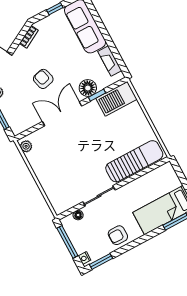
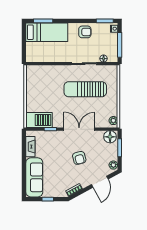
floor lamp: (88, 88) -> (110, 137), moved
double door: (62, 114) -> (79, 129), swing flipped
sun lounger: (134, 161) -> (85, 89), moved

